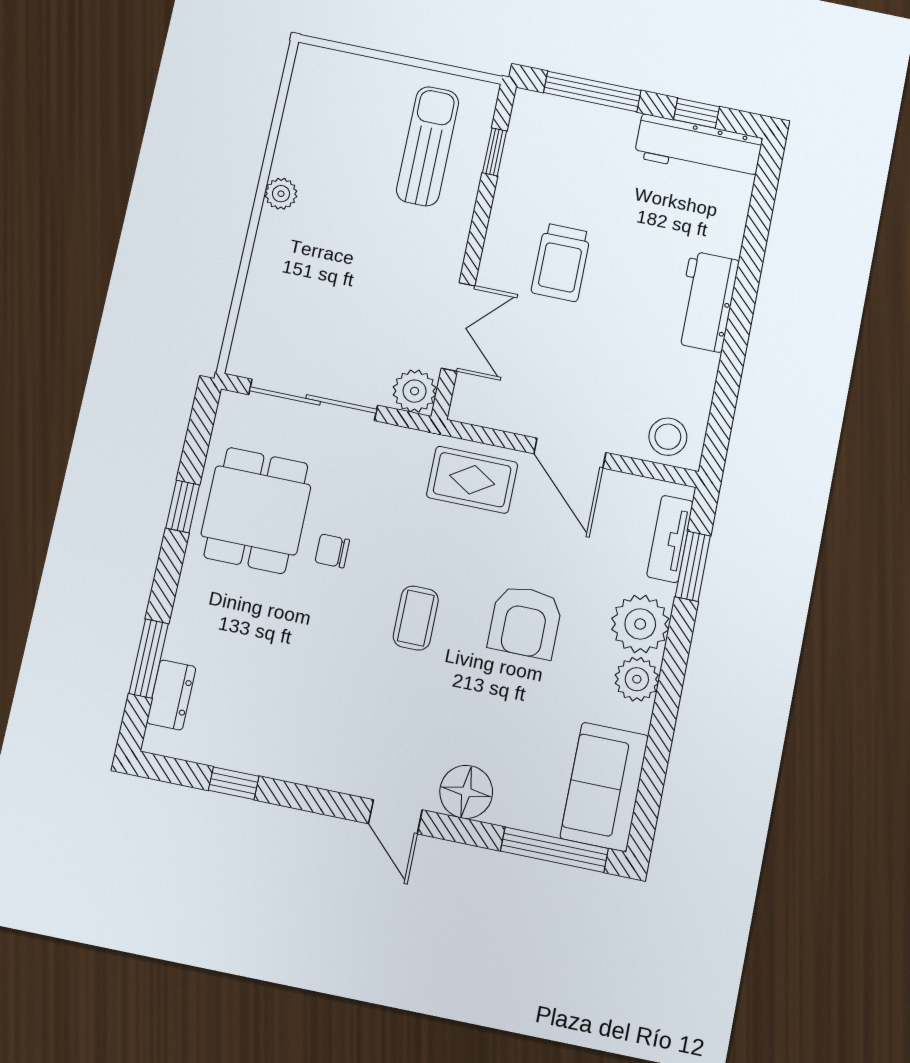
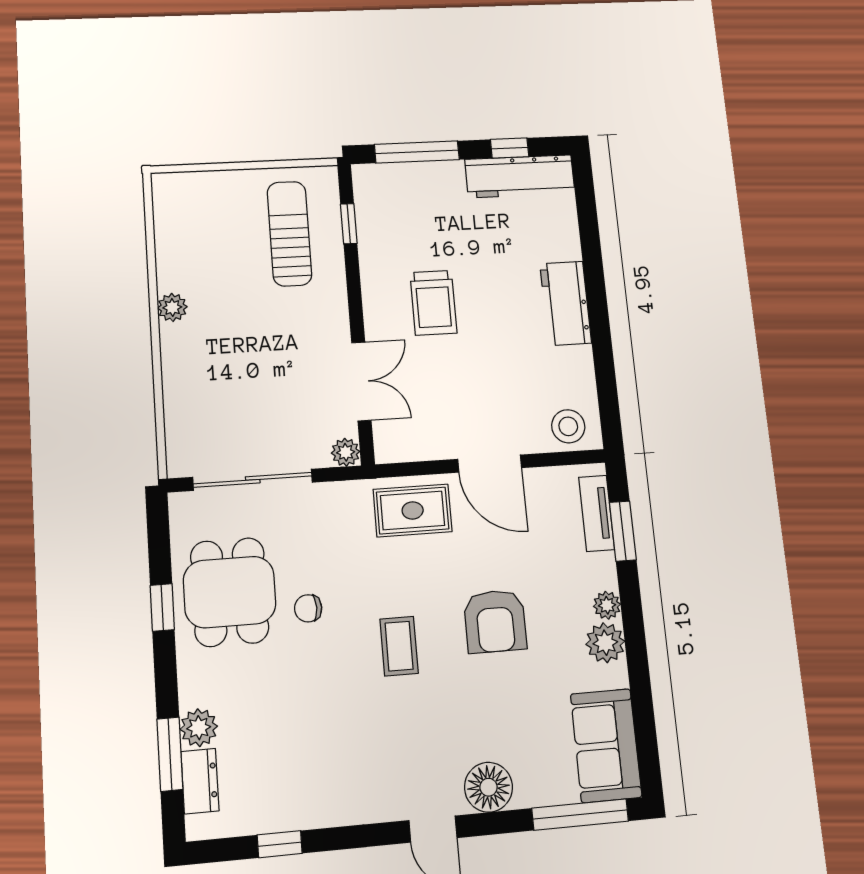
plant: (415, 391) -> (346, 452), width x0.73, depth x0.73
plant: (640, 624) -> (607, 605), width x0.53, depth x0.53
plant: (185, 640) -> (199, 728), added

